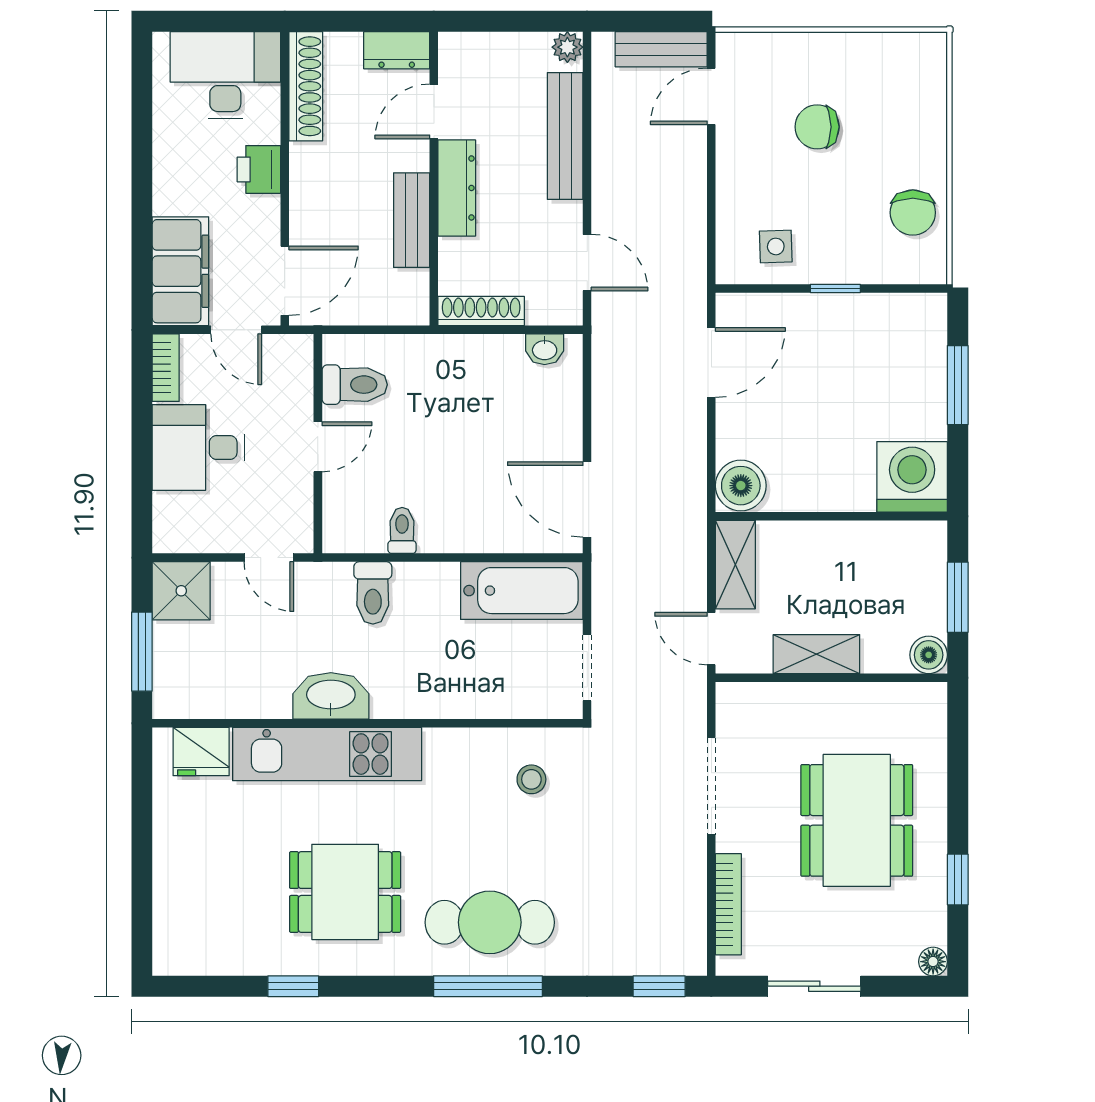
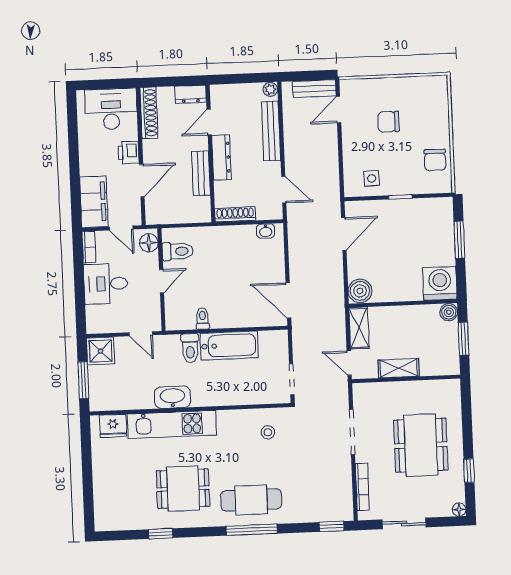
door: (285, 281) -> (142, 181), moved
floor lamp: (294, 364) -> (149, 243), added
bathtub: (522, 591) -> (229, 346), moved
boiler: (929, 655) -> (449, 312), moved

